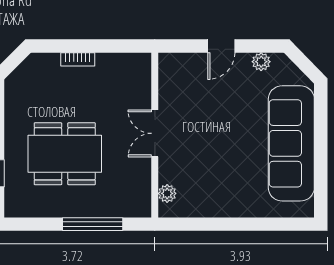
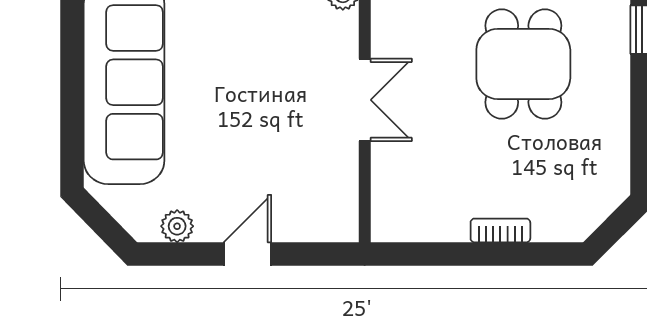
dining table: (65, 154) -> (523, 64), width x0.73

